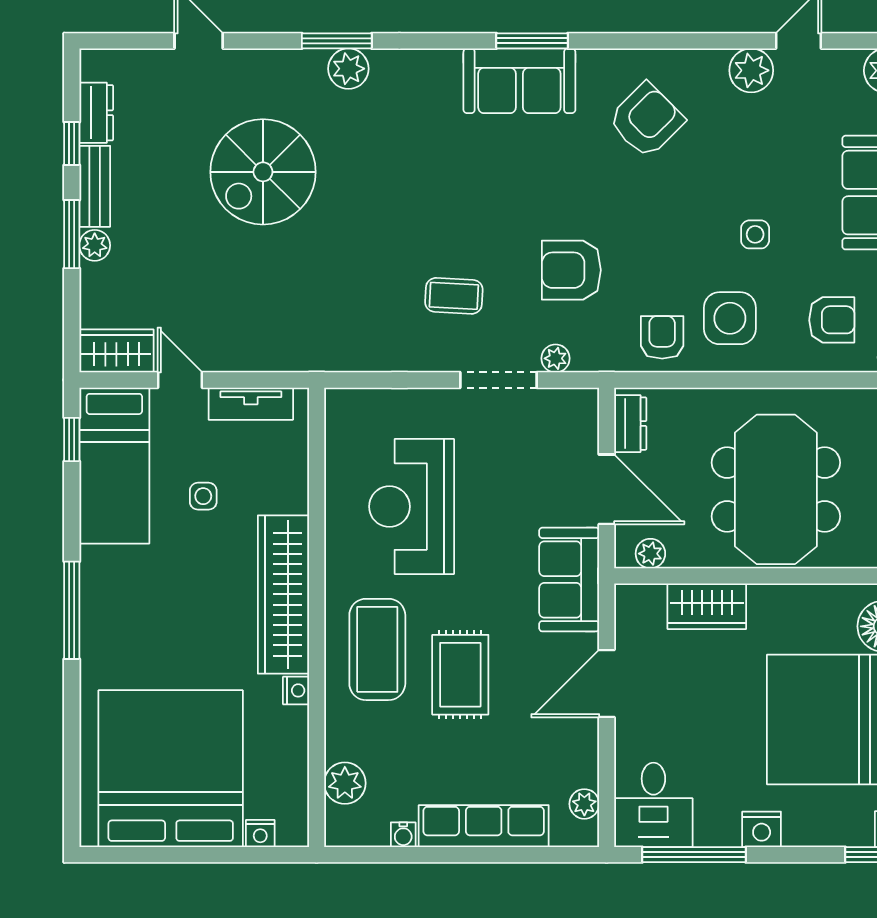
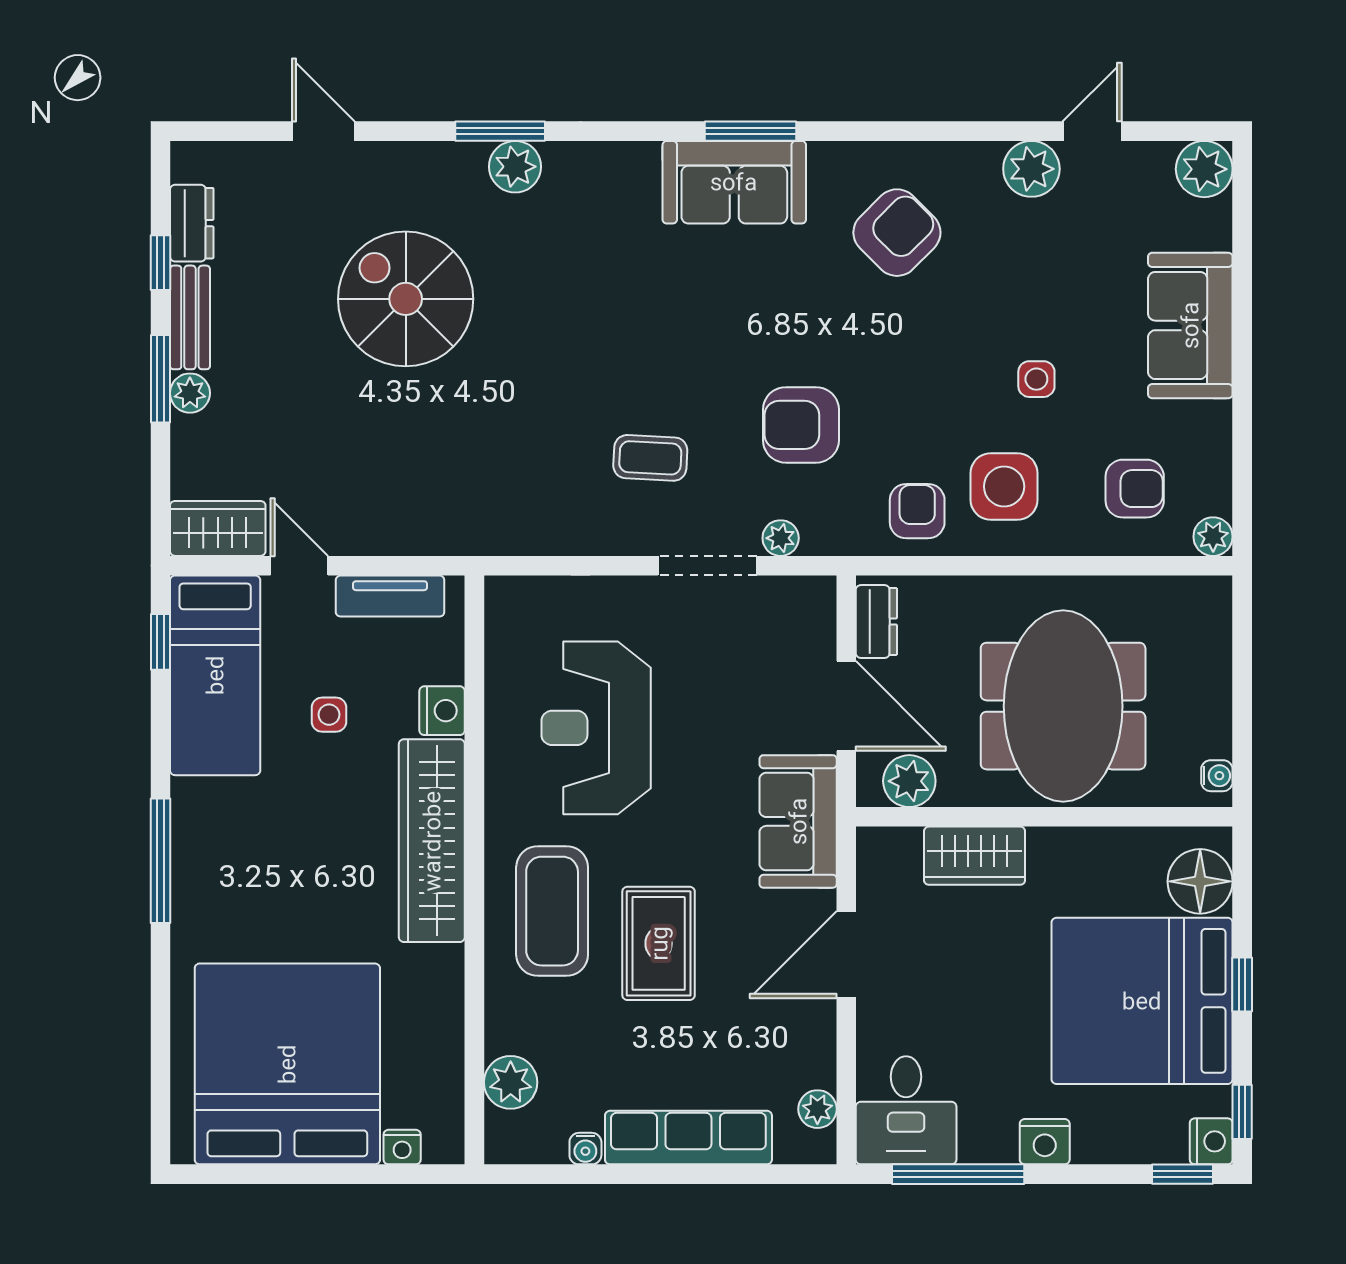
spiral stairs: (263, 172) -> (406, 299), turned 90
plant: (650, 554) -> (909, 781), width x1.38, depth x1.38
nightstand: (296, 690) -> (442, 711), moved, width x1.39, depth x1.35

